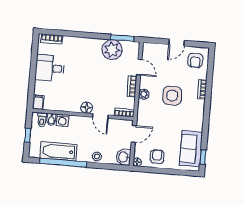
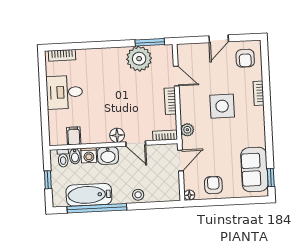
plant: (144, 94) -> (187, 130), moved
filing cabinet: (38, 102) -> (74, 136), moved
washbasin: (124, 157) -> (108, 156), moved, turned -90

